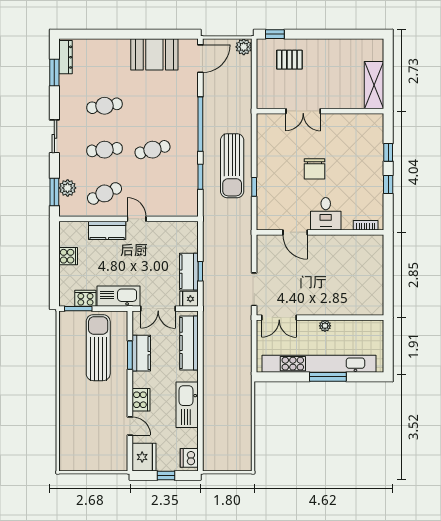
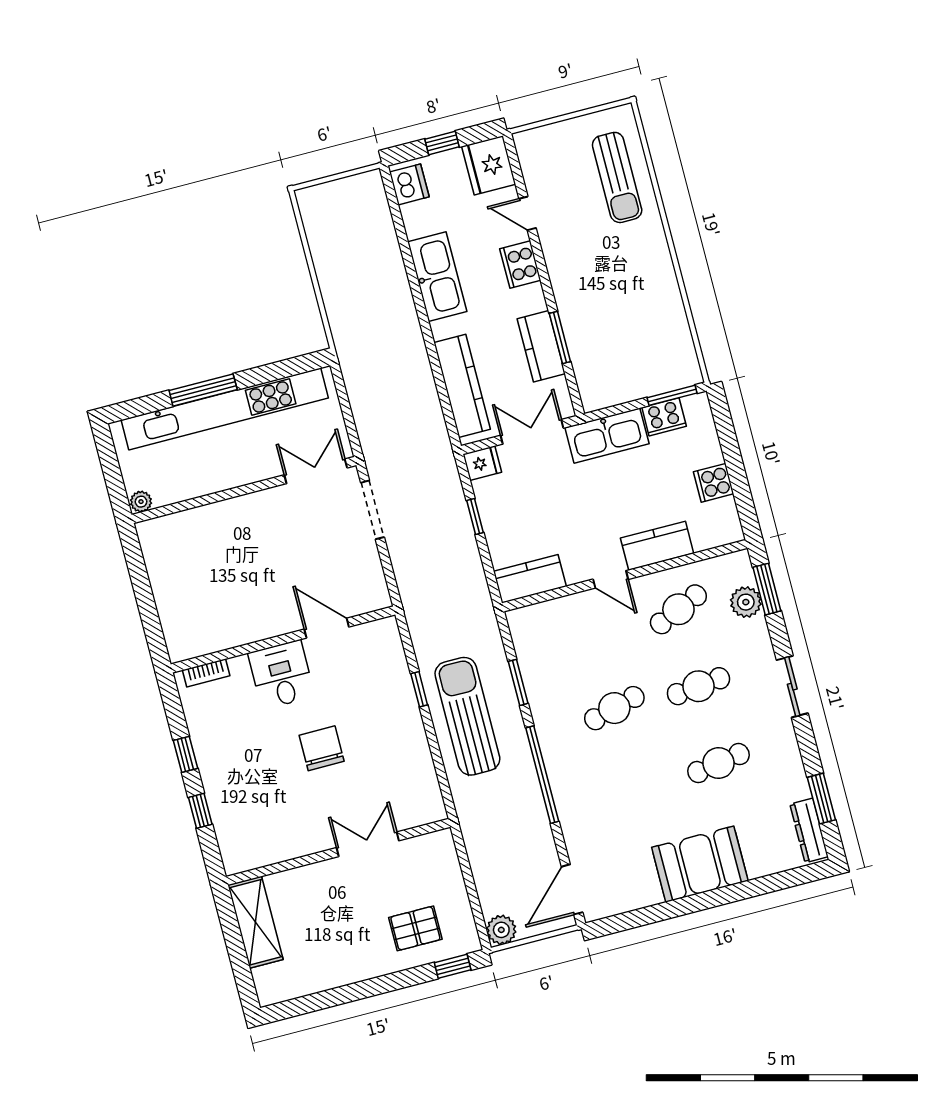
booth: (154, 54) -> (700, 864), moved
kitchen counter: (189, 272) -> (530, 579), moved, turned -90
plant: (325, 326) -> (141, 502), moved
sun lounger: (98, 348) -> (617, 177), moved, width x0.73, depth x0.75

